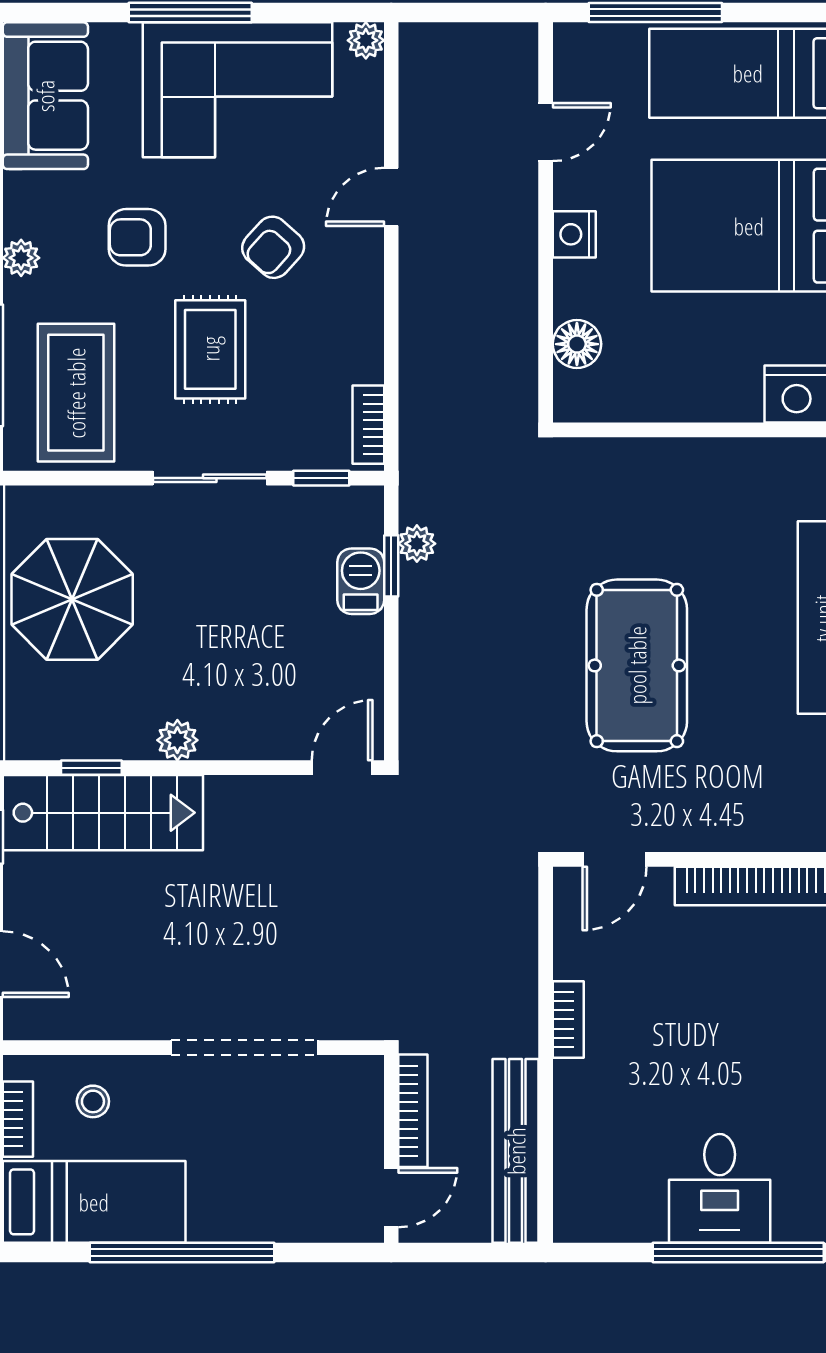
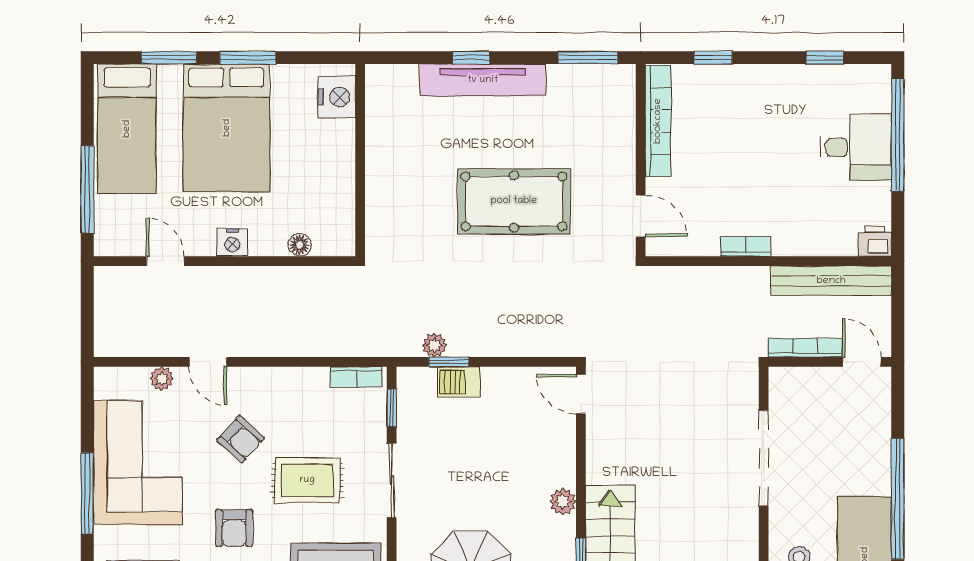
plant: (366, 40) -> (162, 379), moved
floor lamp: (577, 344) -> (300, 245), width x0.73, depth x0.73
printer: (576, 1218) -> (875, 241), added

